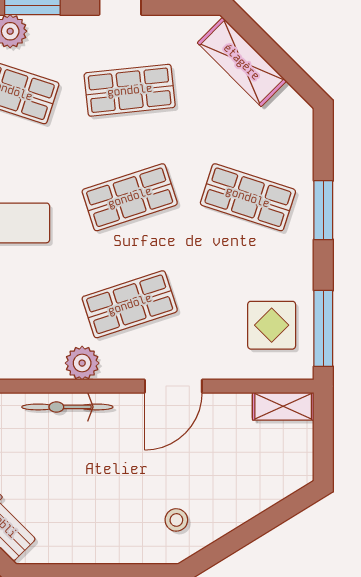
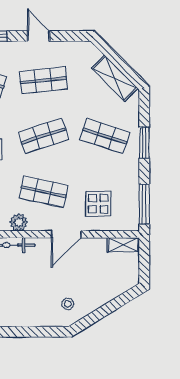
shelving: (242, 62) -> (115, 78), moved
shop shelf: (130, 304) -> (43, 192), turned 30
display table: (272, 325) -> (98, 204), moved

